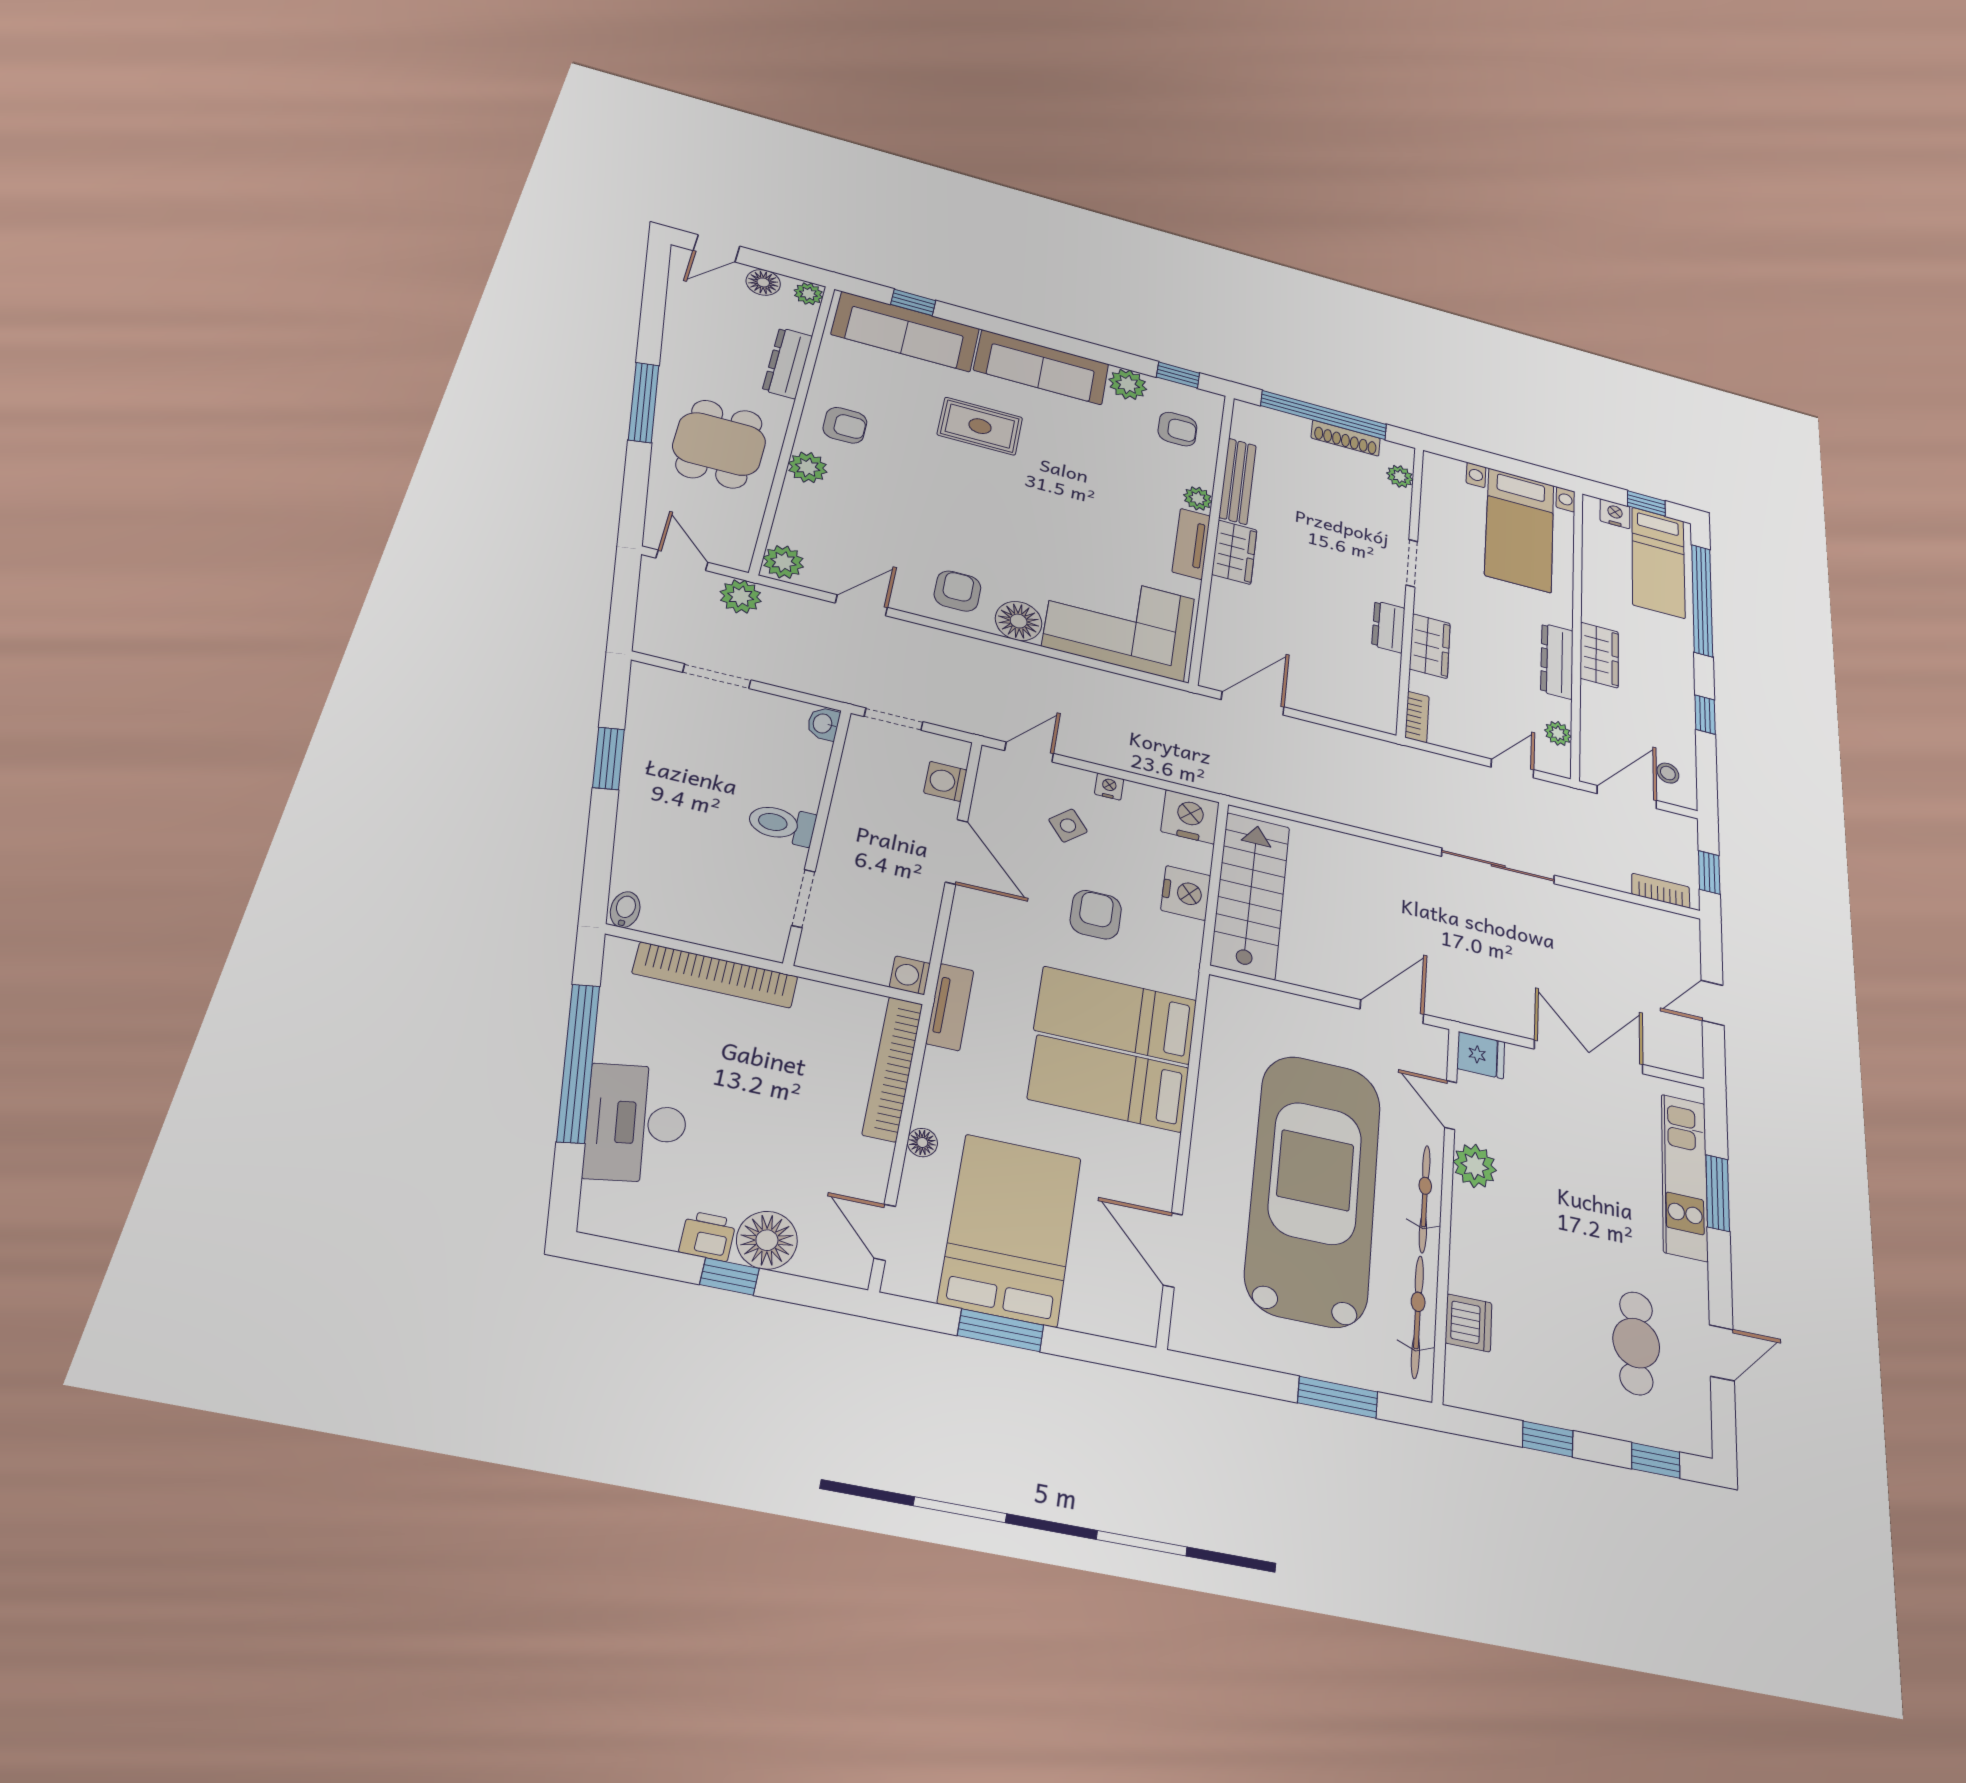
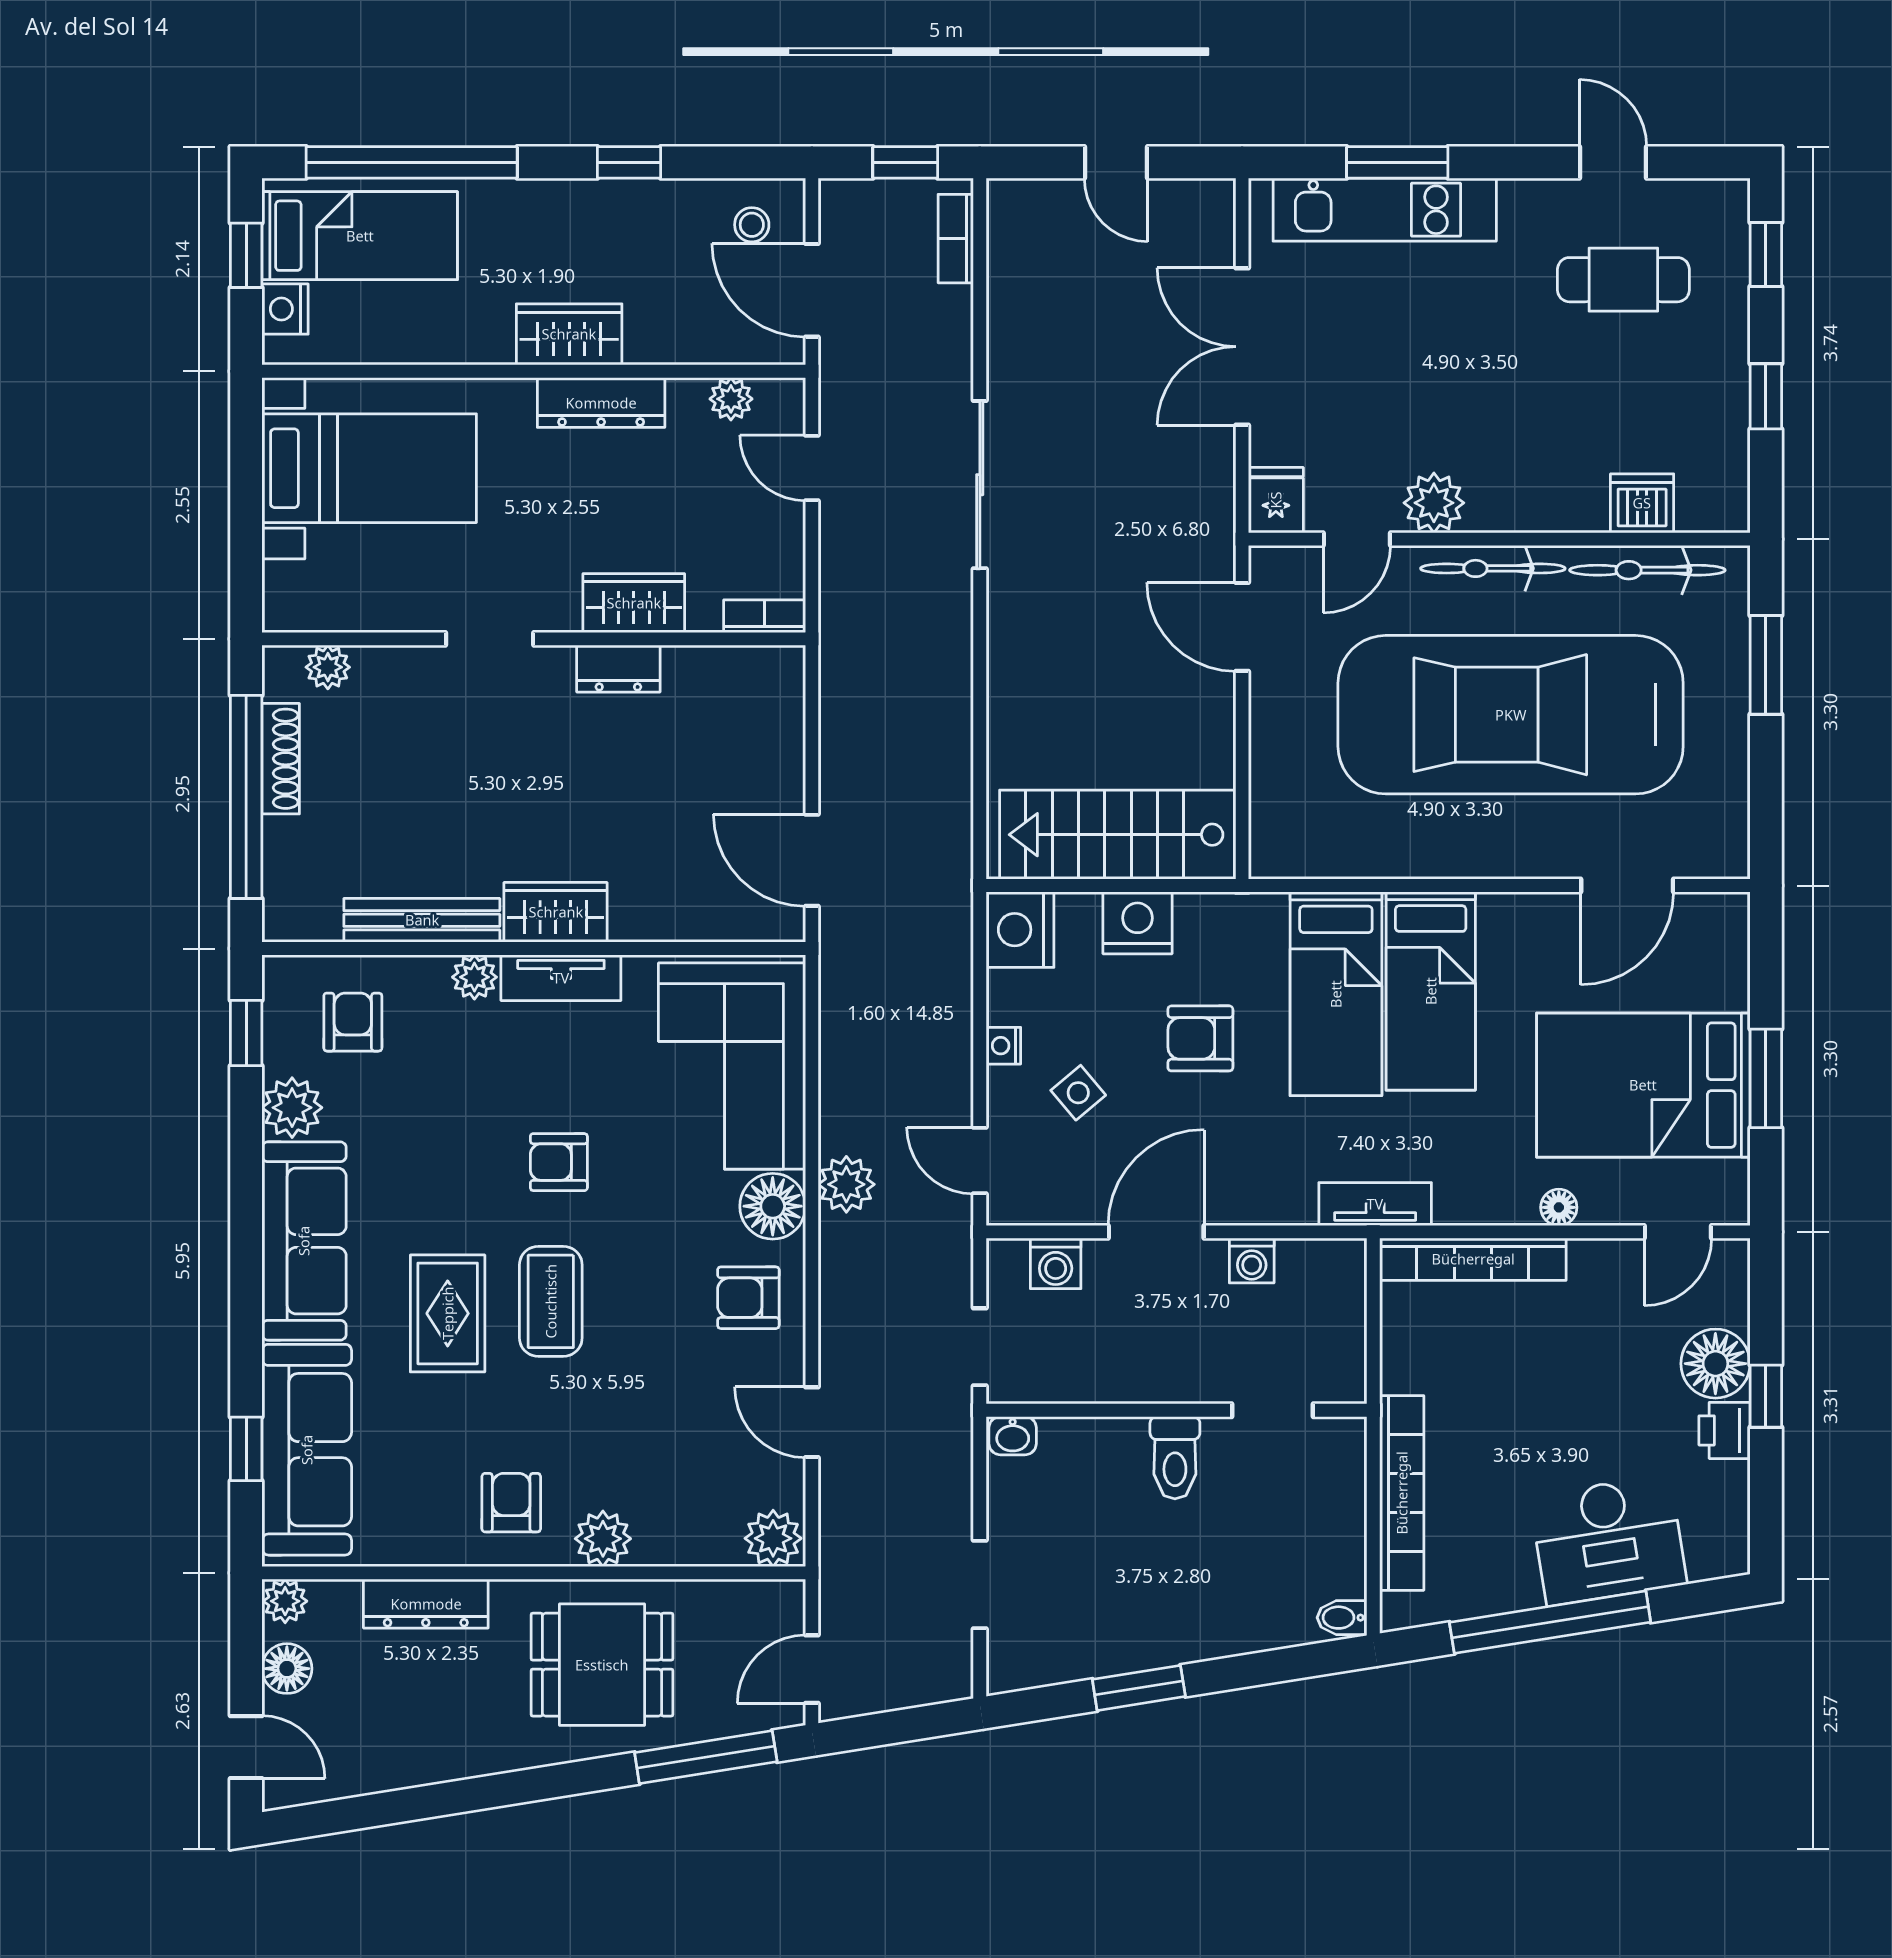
window: (644, 402) -> (706, 1757), moved
coffee table: (977, 482) -> (551, 1301), added
armchair: (1070, 511) -> (559, 1162), added
plant: (741, 596) -> (846, 1184), moved
washing machine: (910, 975) -> (1252, 1261), moved

